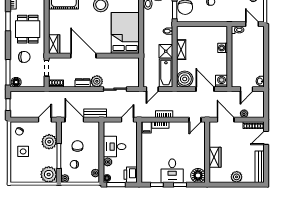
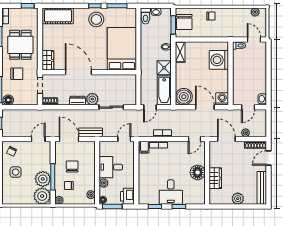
washing machine: (223, 48) -> (219, 60), width x1.89, depth x1.89
shelving: (181, 50) -> (180, 52), moved
plant: (49, 142) -> (43, 179), moved
floor lamp: (198, 175) -> (198, 172), moved

